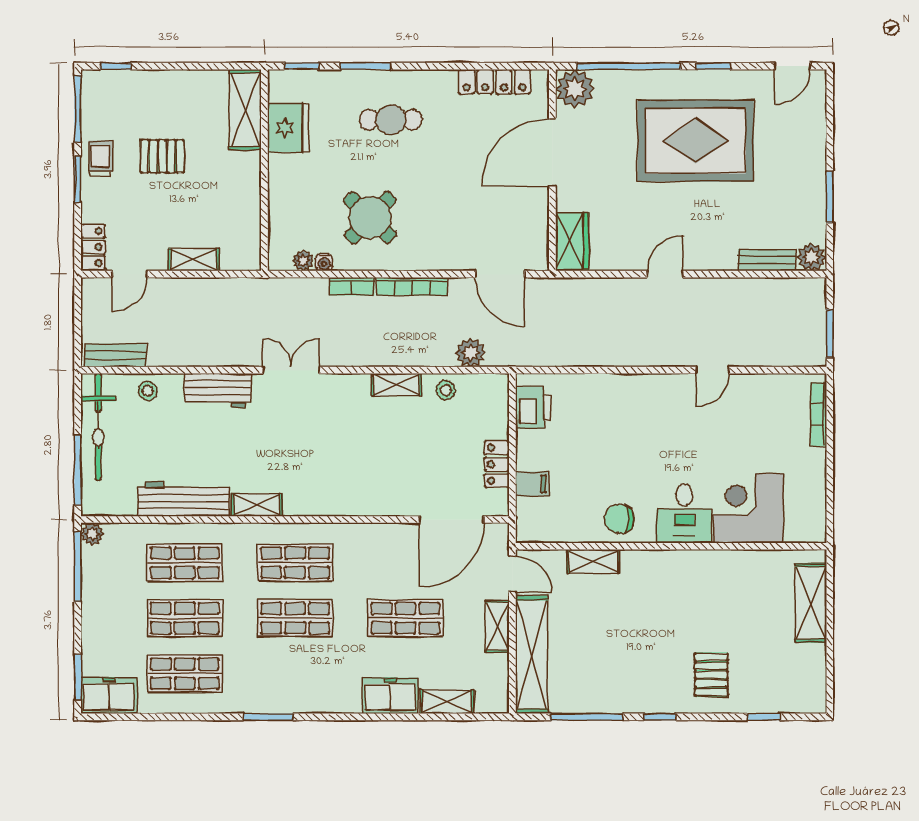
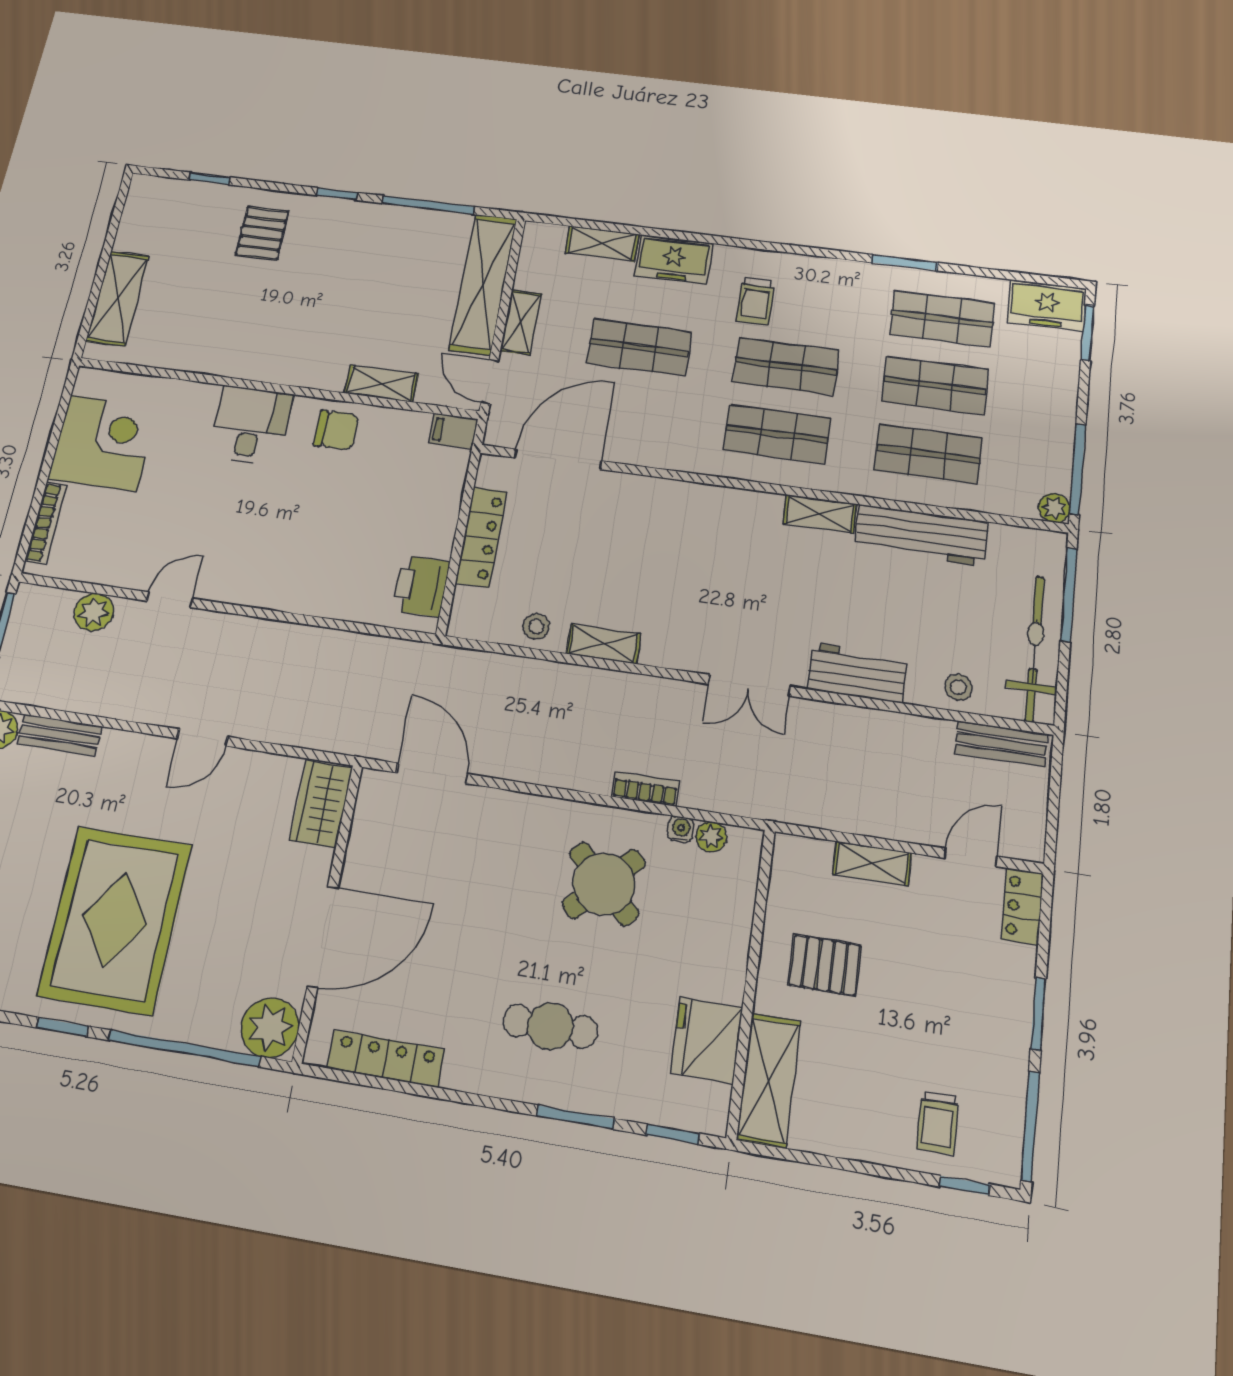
rug: (696, 141) -> (115, 920), turned 90
pallet: (162, 156) -> (825, 965), moved
trolley: (100, 159) -> (938, 1123), moved
bookcase: (412, 286) -> (560, 775), removed
plant: (471, 353) -> (94, 612), moved
locker: (497, 464) -> (481, 537), width x1.53
filing cabinet: (532, 484) -> (453, 431), moved
corner desk: (748, 508) -> (103, 443), moved, turned -90
trolley: (324, 669) -> (755, 301), added
window: (268, 717) -> (904, 263), moved

